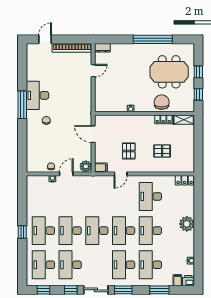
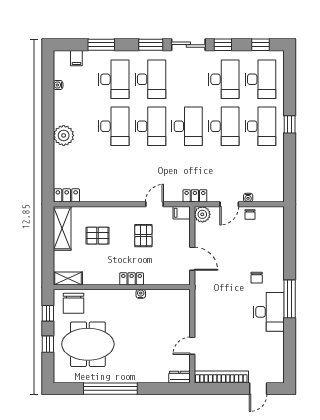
chair: (162, 102) -> (73, 303), moved
locker: (163, 119) -> (132, 279), moved
shelving: (188, 156) -> (62, 228), added
locker: (91, 180) -> (195, 196), added
desk: (150, 196) -> (114, 173), removed
printer: (188, 281) -> (61, 58), removed

